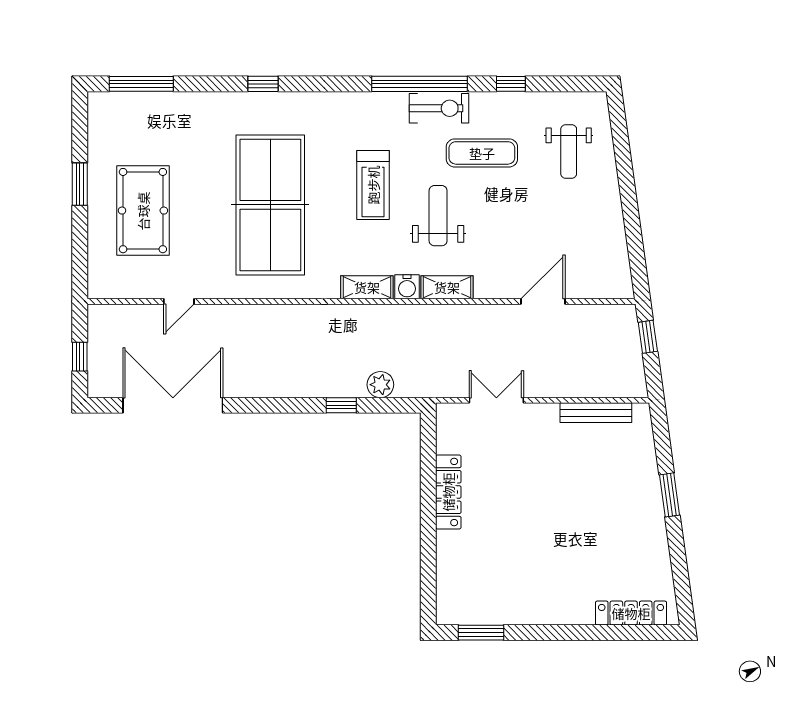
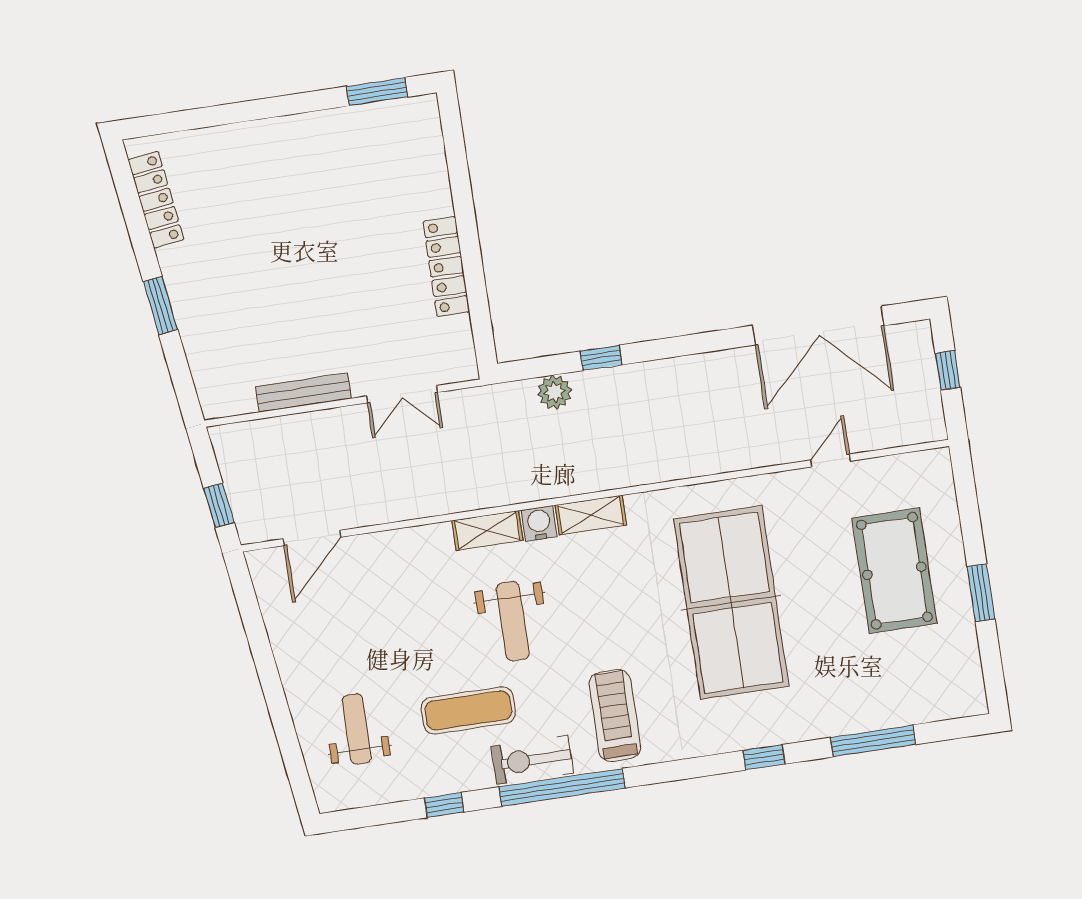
window: (141, 84) -> (873, 741), moved
treadmill: (373, 185) -> (615, 716), moved
door: (543, 301) -> (312, 538), moved
bench: (596, 413) -> (304, 392), moved
locker: (631, 613) -> (156, 200), moved, turned -98

